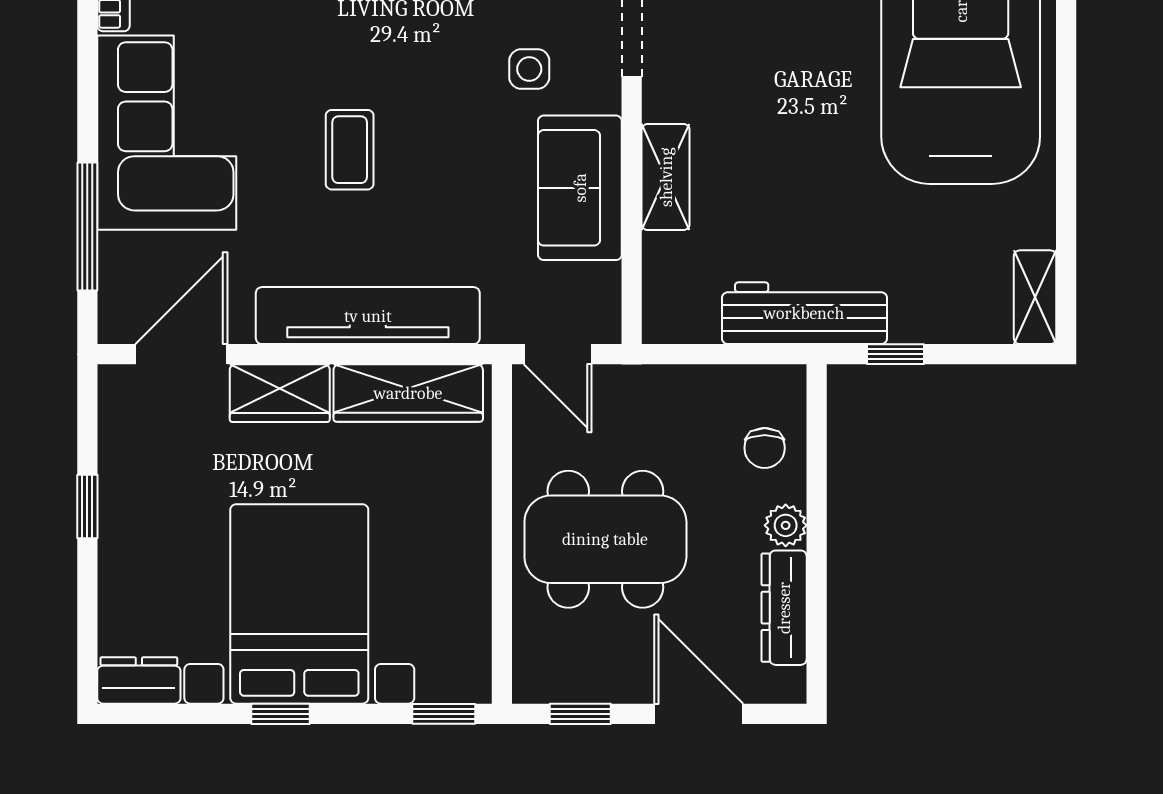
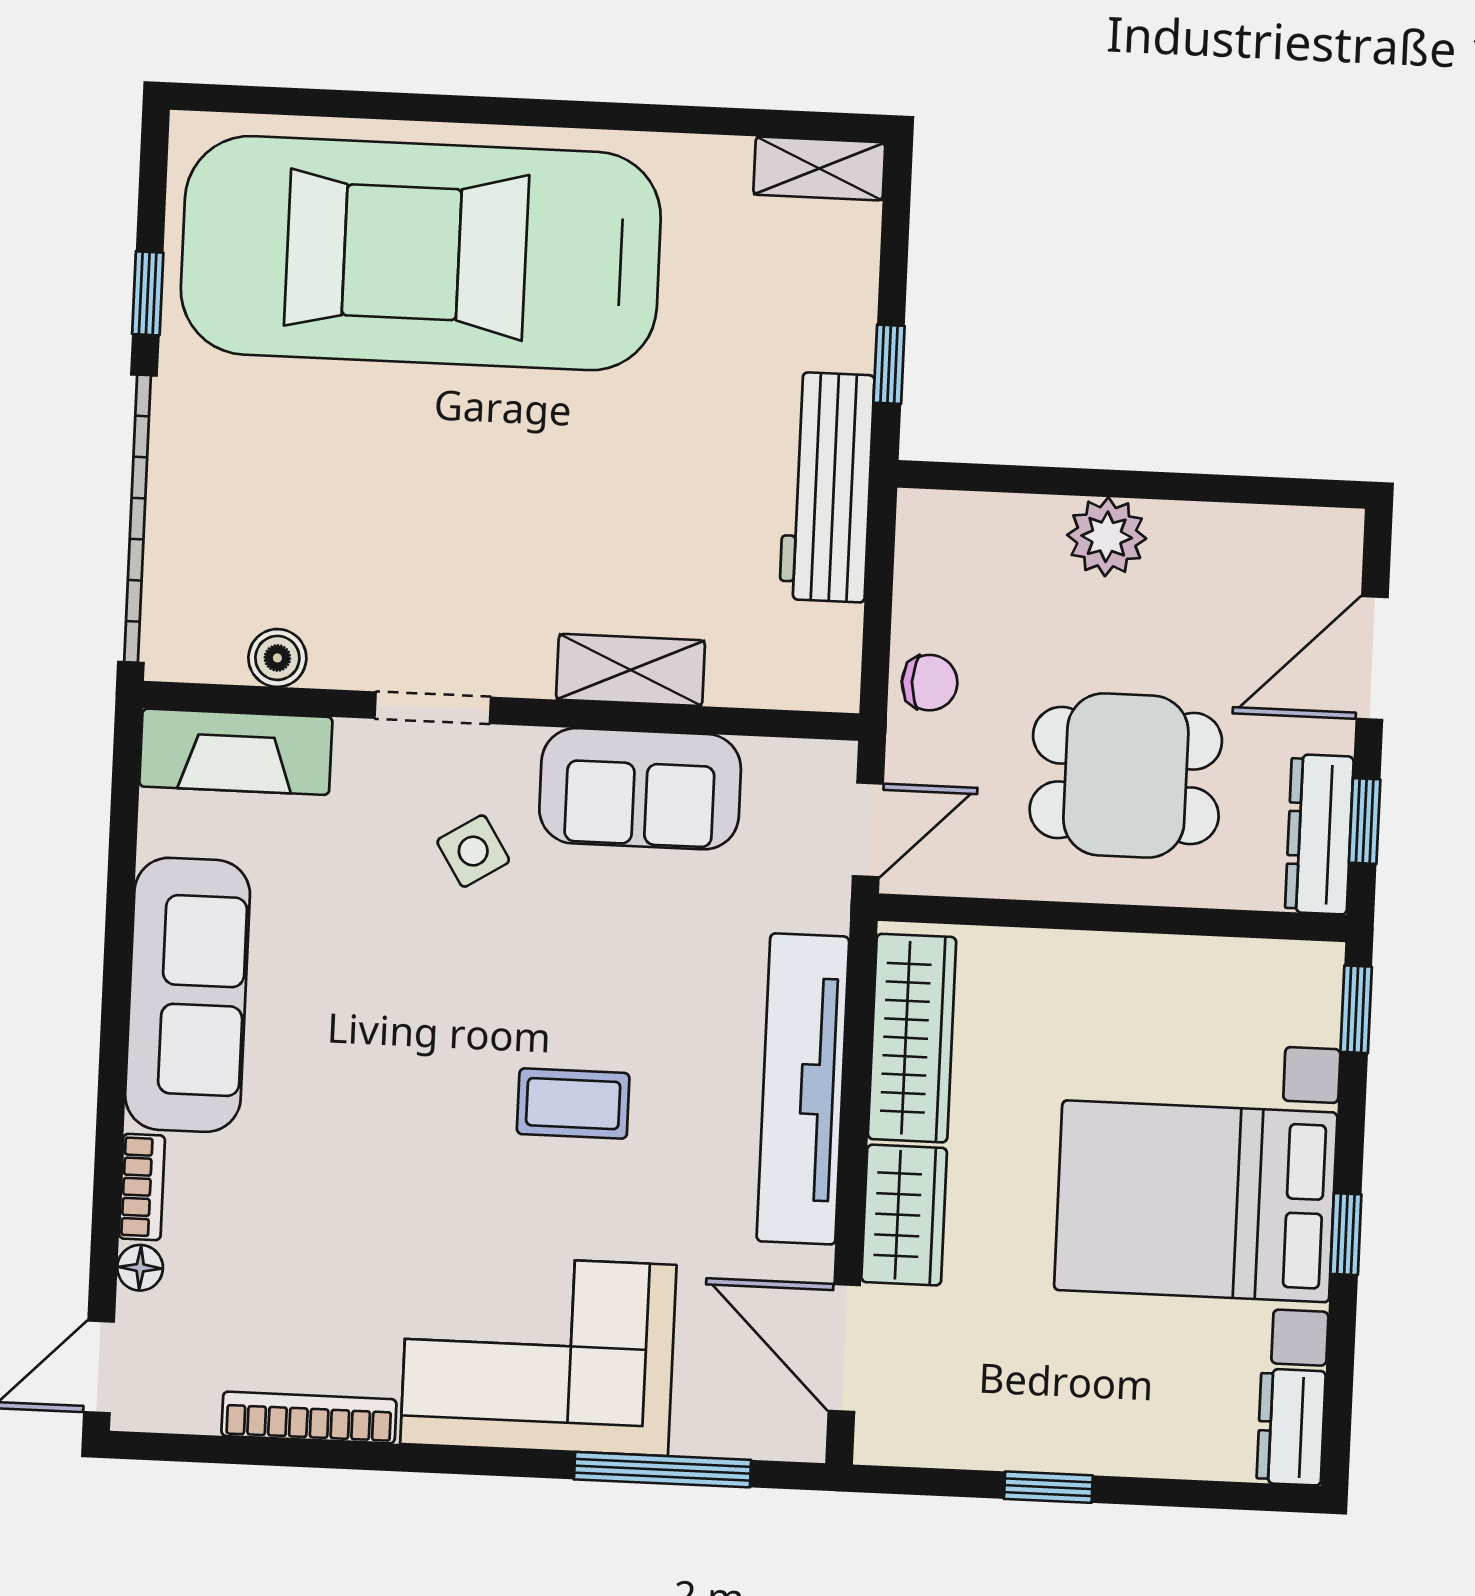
side table: (529, 69) -> (473, 851), turned -32
chair: (765, 448) -> (930, 683), moved
plant: (786, 525) -> (1107, 537), width x1.38, depth x1.38
dining table: (605, 539) -> (1126, 775), width x0.73
dresser: (784, 608) -> (1319, 834), moved, turned 90

